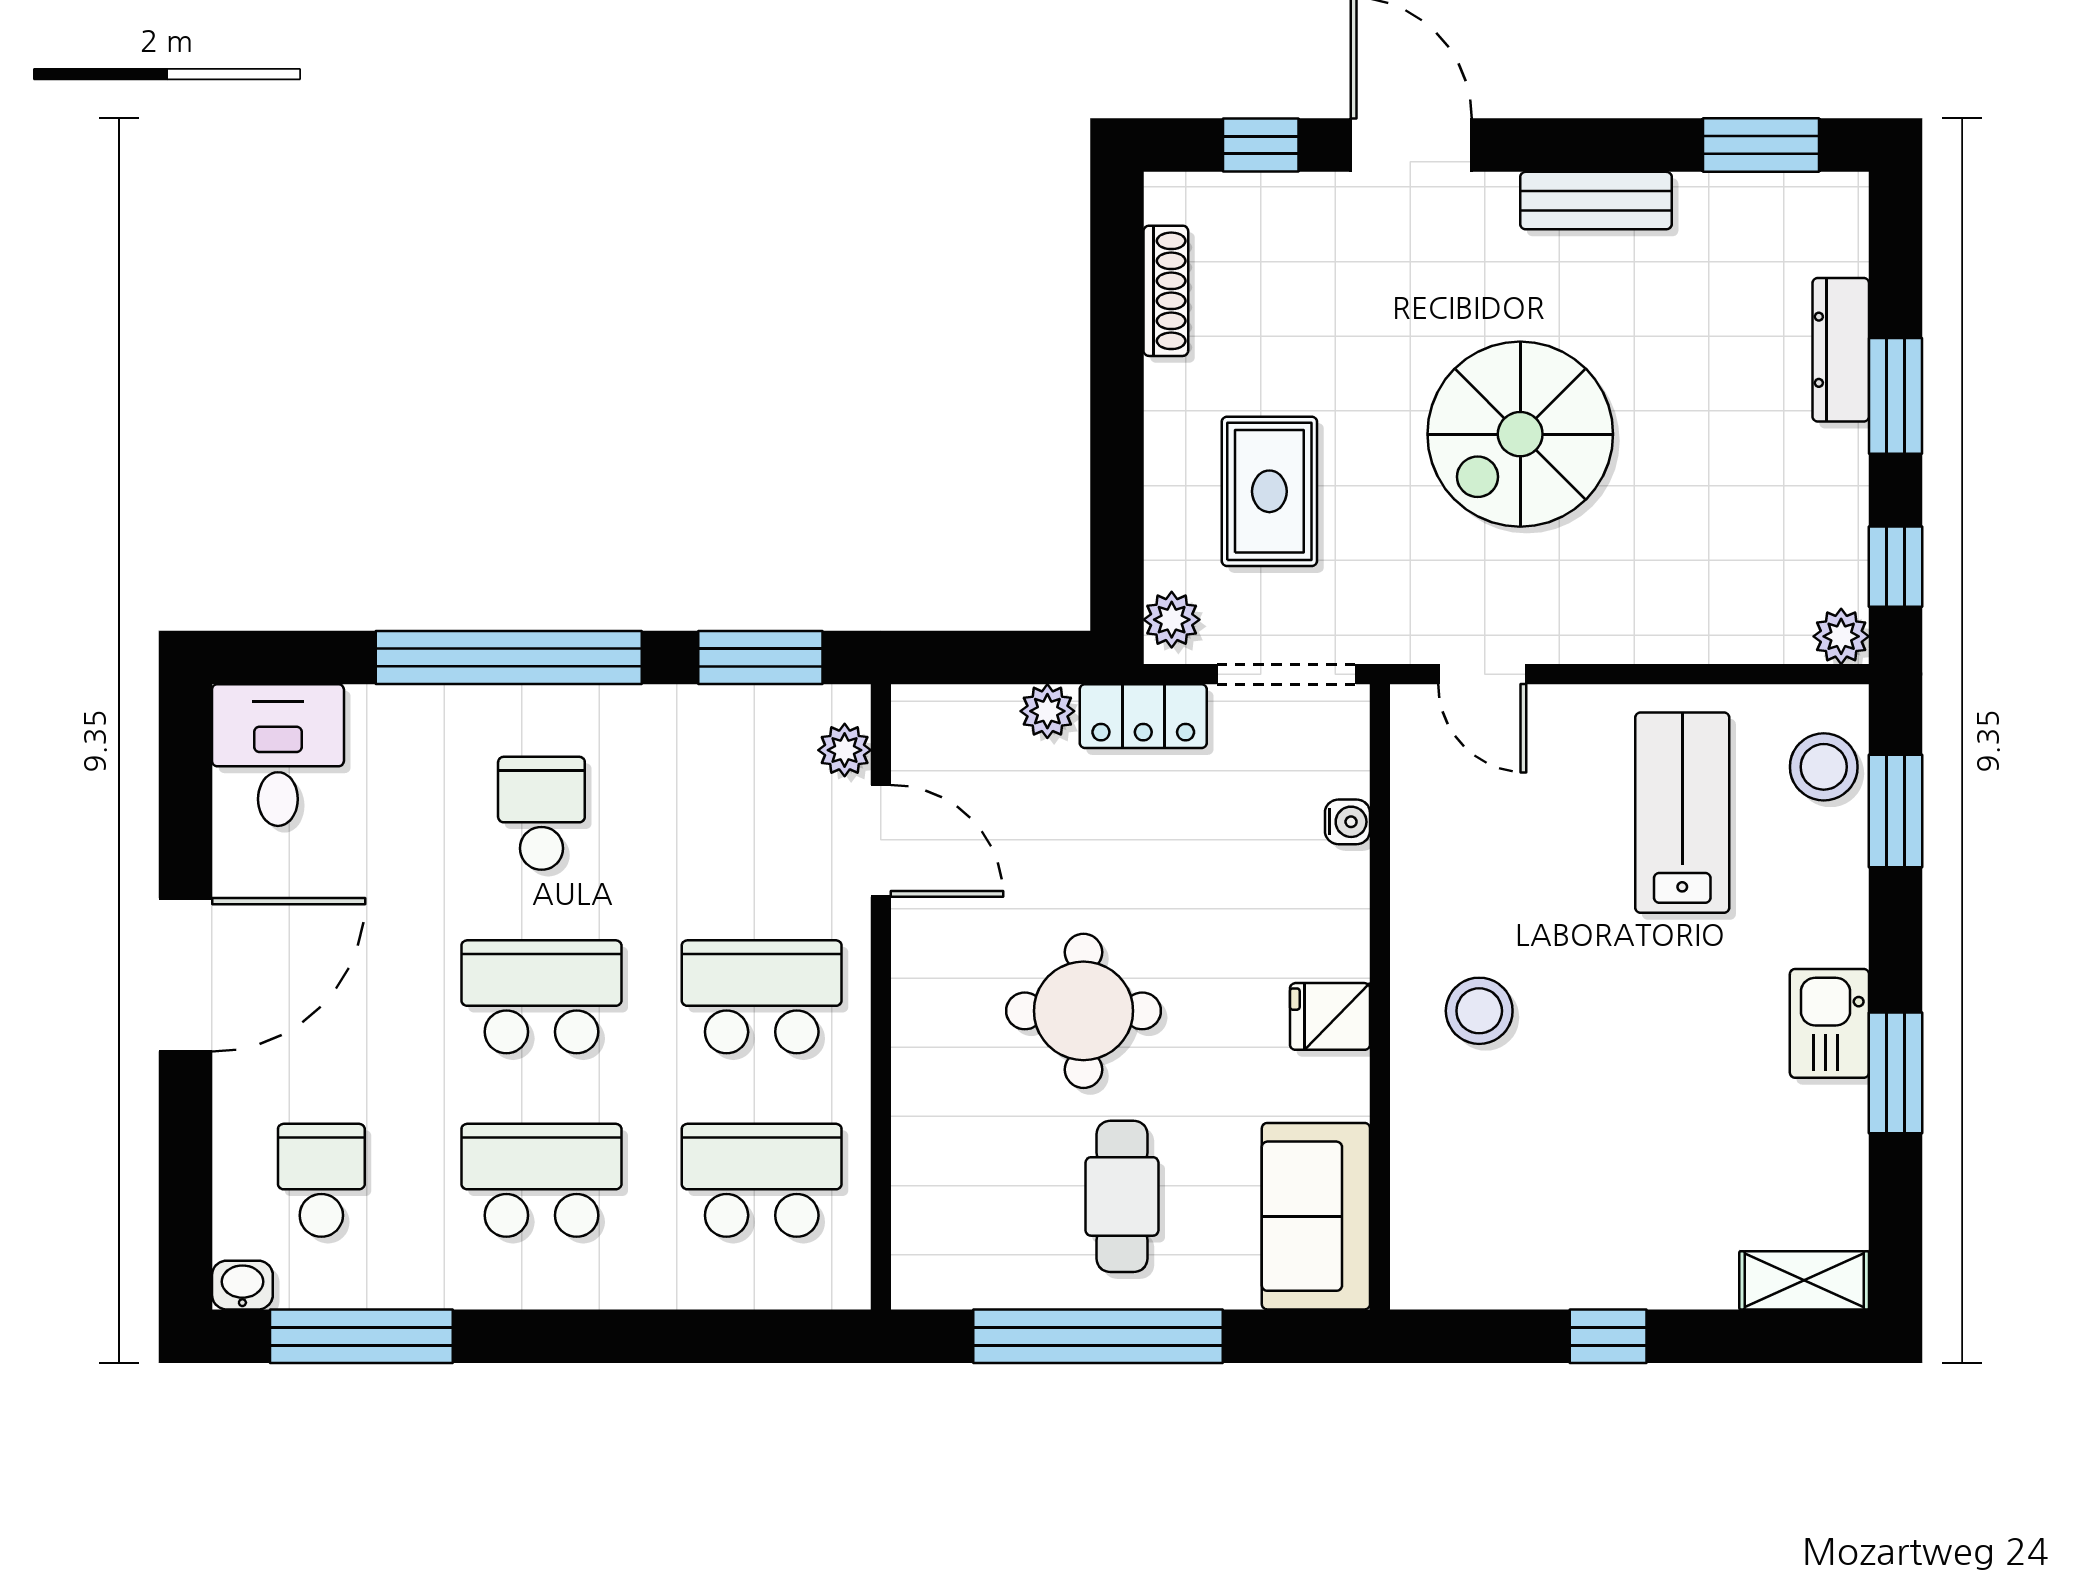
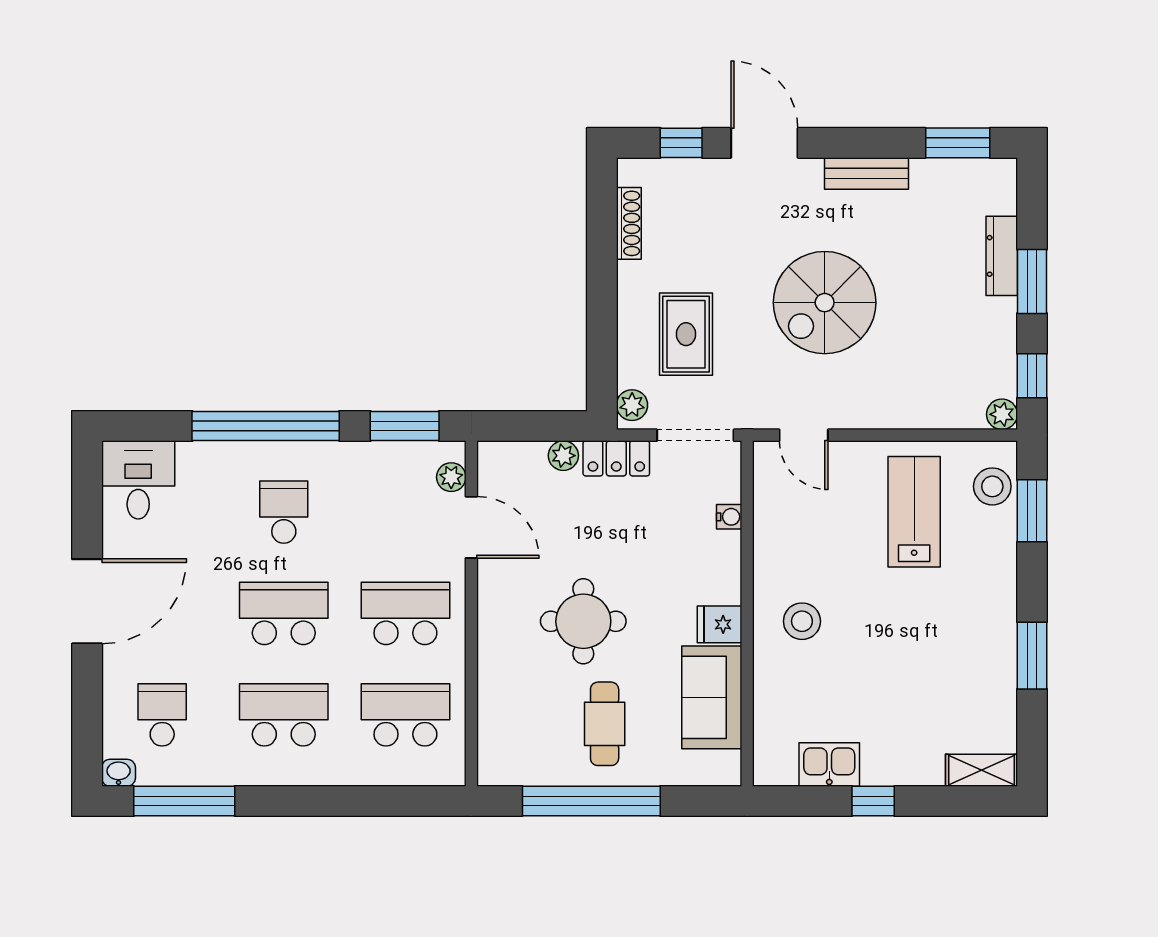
kitchen sink: (1829, 1023) -> (829, 764), moved, turned 90
sofa: (1316, 1216) -> (712, 697), moved

